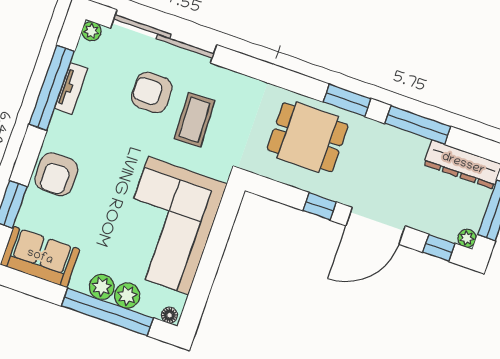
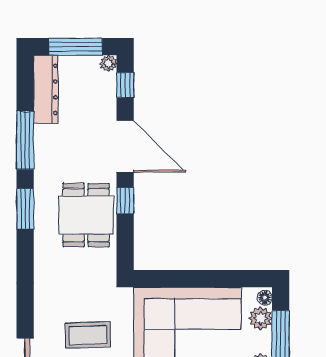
dining table: (308, 137) -> (86, 215), moved
plant: (127, 296) -> (261, 318), moved

